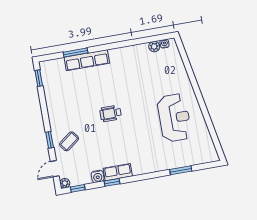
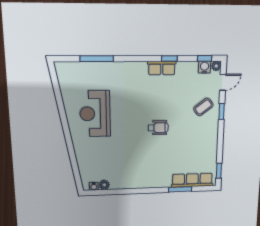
row of seats: (87, 60) -> (192, 180), moved
window: (181, 170) -> (97, 59), width x1.44
water cooler: (98, 176) -> (204, 67), moved

